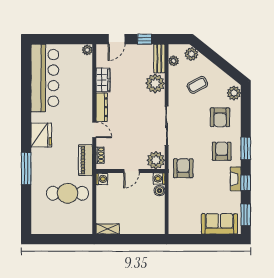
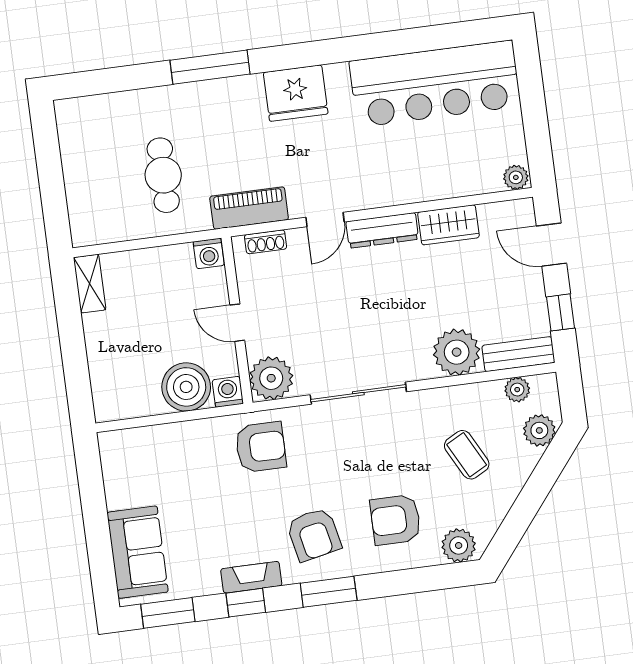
armchair: (222, 151) -> (314, 534), turned 78
boiler: (159, 191) -> (186, 387), width x1.86, depth x1.86
cafe table: (68, 193) -> (163, 175), width x0.73, depth x0.74

